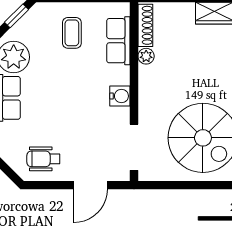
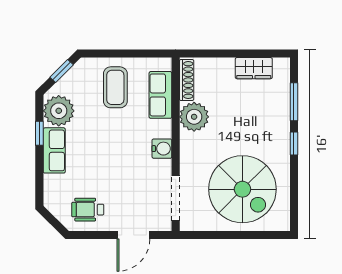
coffee table: (72, 33) -> (115, 87), width x1.36, depth x1.30
plant: (146, 56) -> (194, 117), width x1.88, depth x1.88

